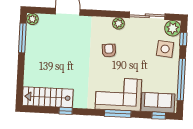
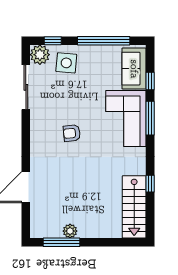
plant: (32, 19) -> (70, 231), moved
plant: (118, 23) -> (37, 123), removed
window: (159, 116) -> (150, 81), moved

